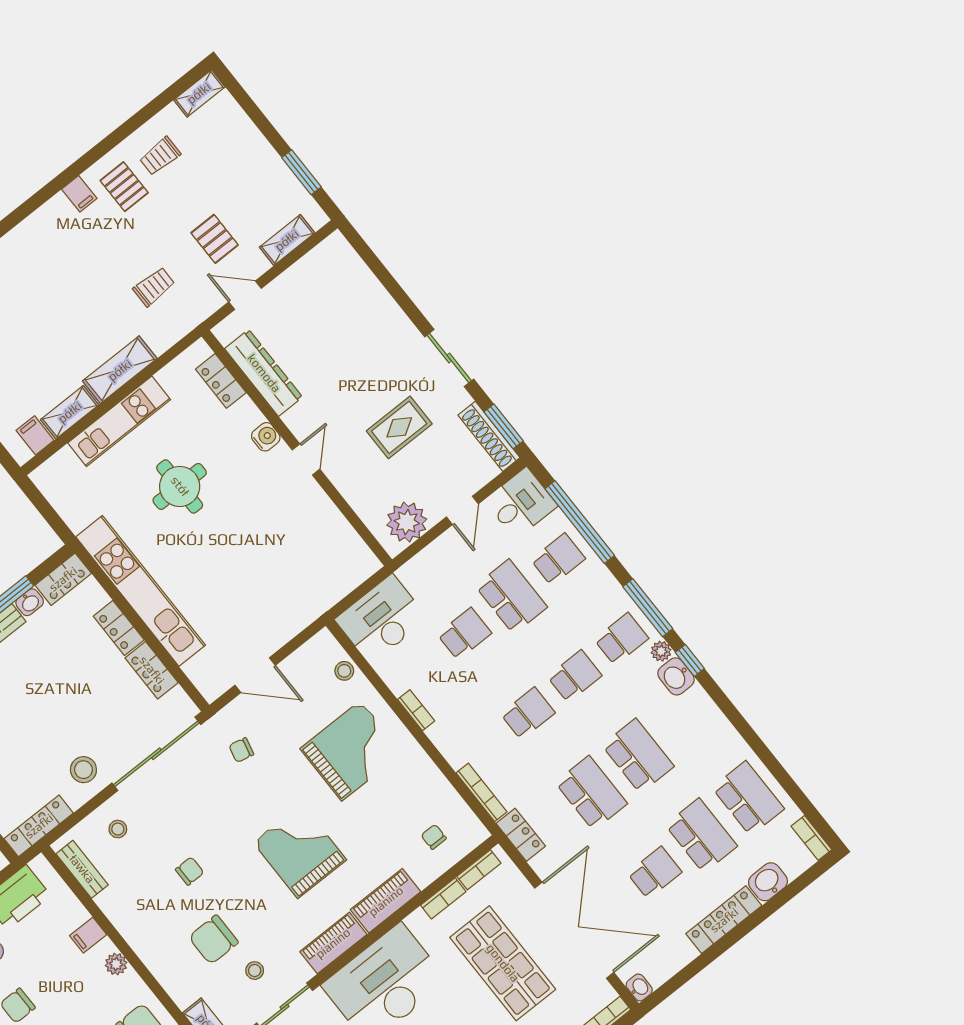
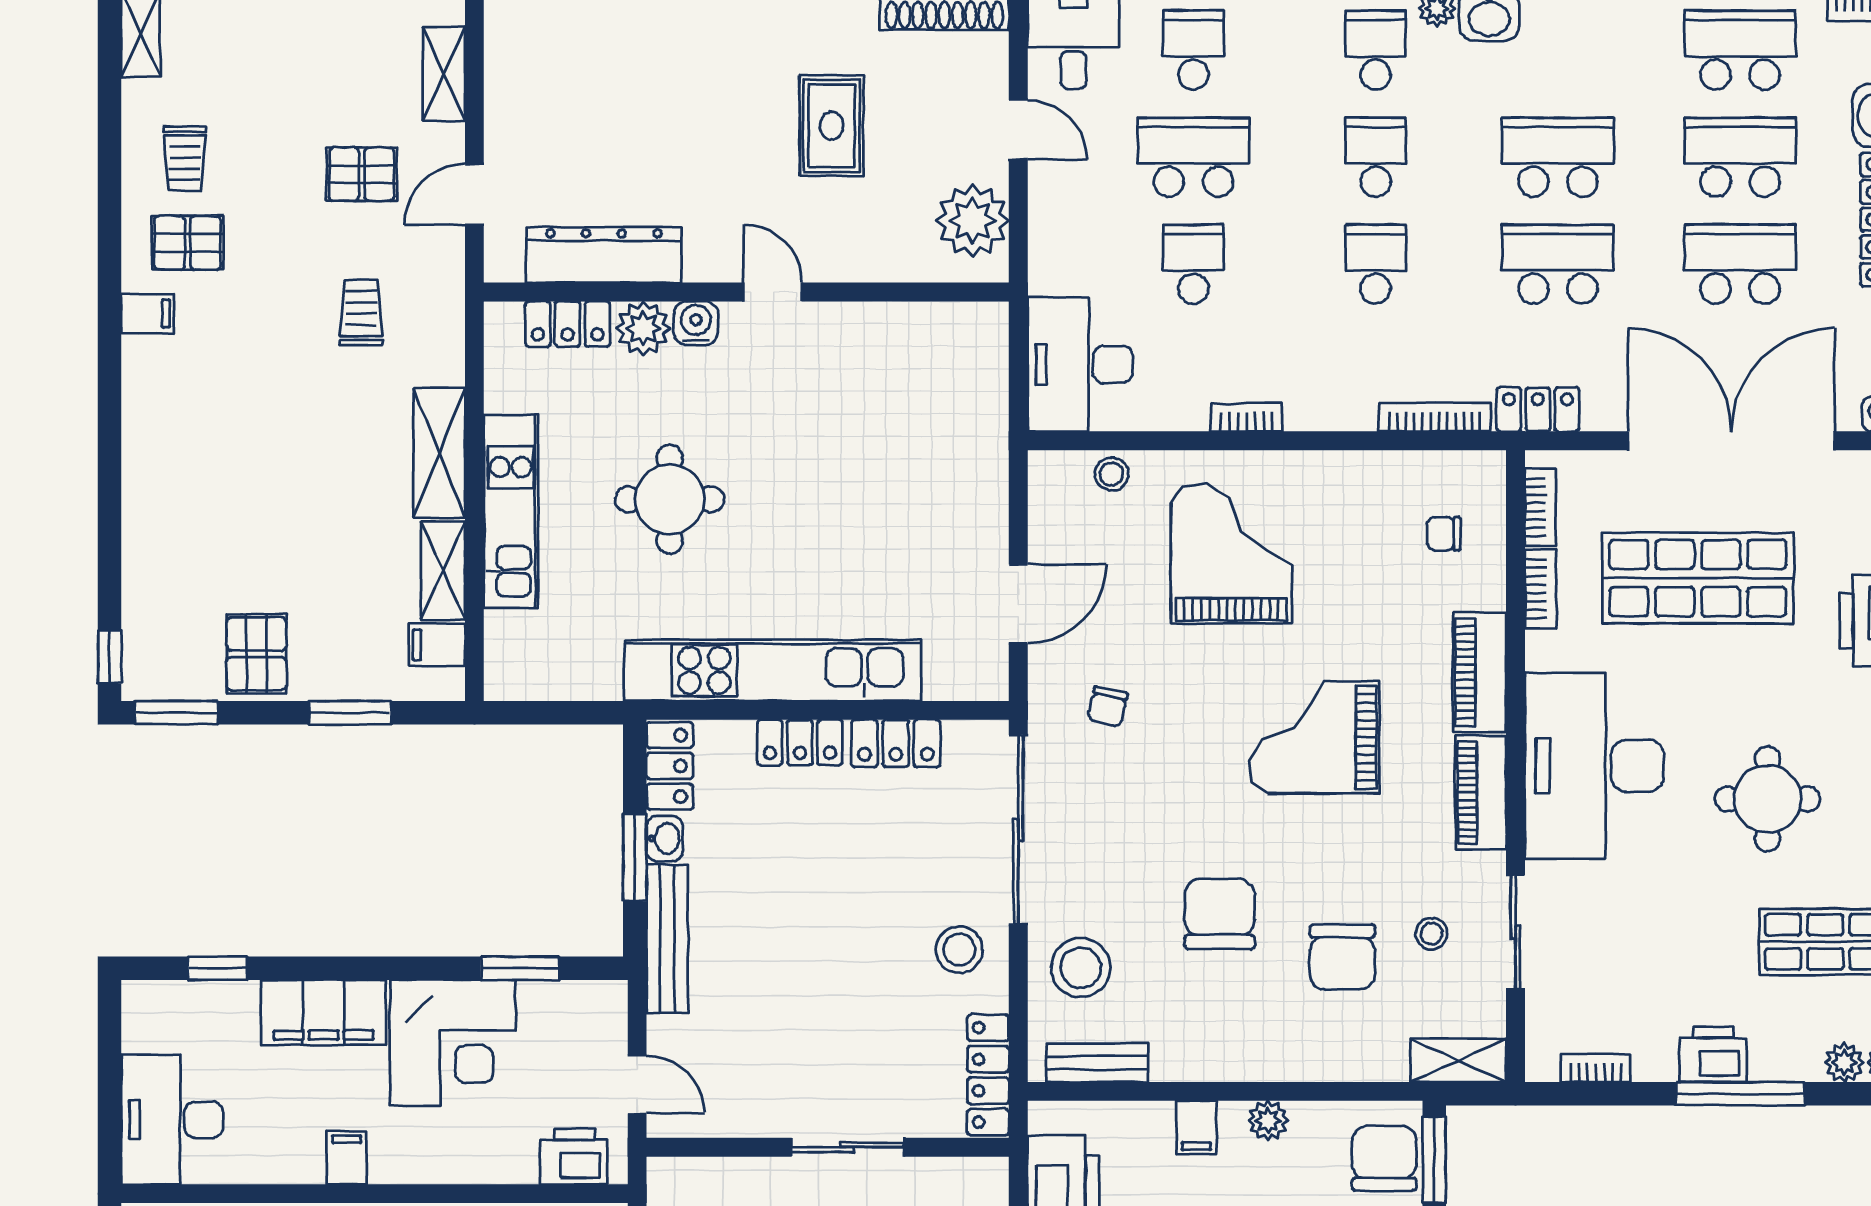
plant: (245, 416) -> (643, 328), added
stool: (118, 829) -> (1081, 968), width x1.89, depth x1.89
chair: (190, 871) -> (1220, 914), width x1.87, depth x1.87
school desk: (655, 873) -> (1740, 264), width x1.85

